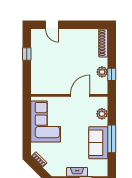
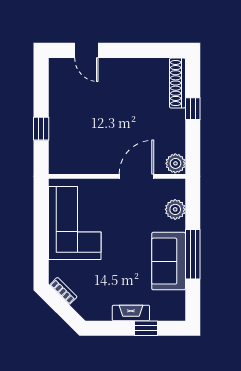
window: (27, 54) -> (41, 129), moved
plant: (102, 72) -> (175, 163), moved
window: (112, 74) -> (193, 109), moved

